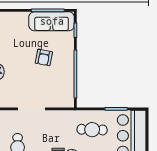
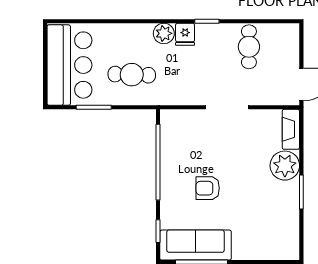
armchair: (44, 57) -> (208, 188), turned -101

